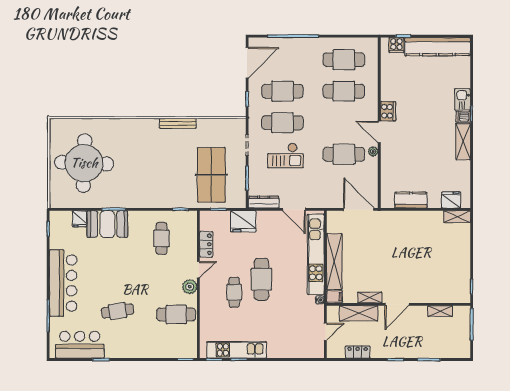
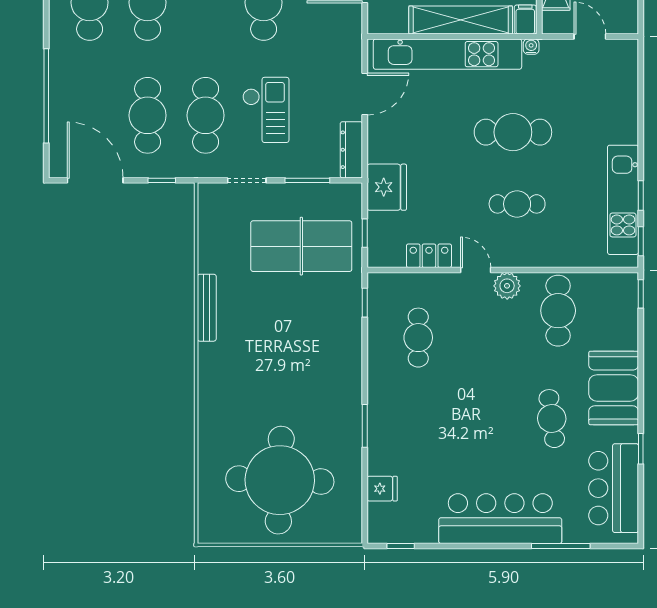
booth: (107, 224) -> (614, 388), moved
cafe table: (162, 238) -> (418, 338), turned 90
cafe table: (261, 279) -> (513, 132), moved

